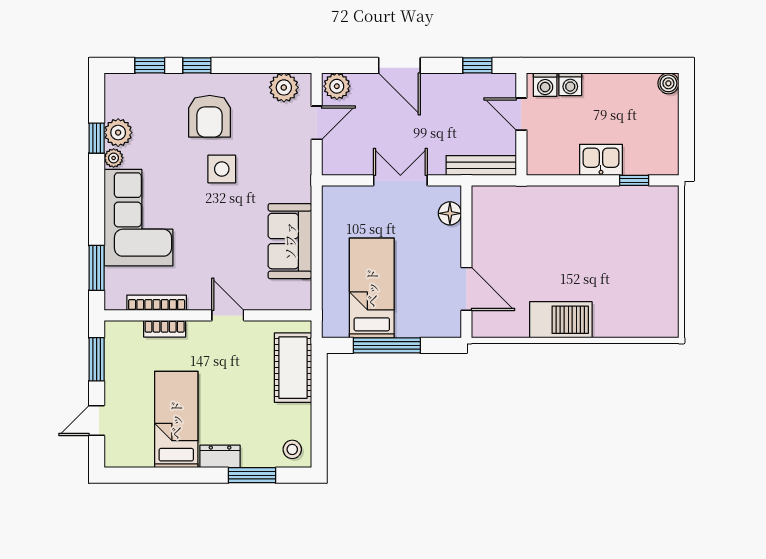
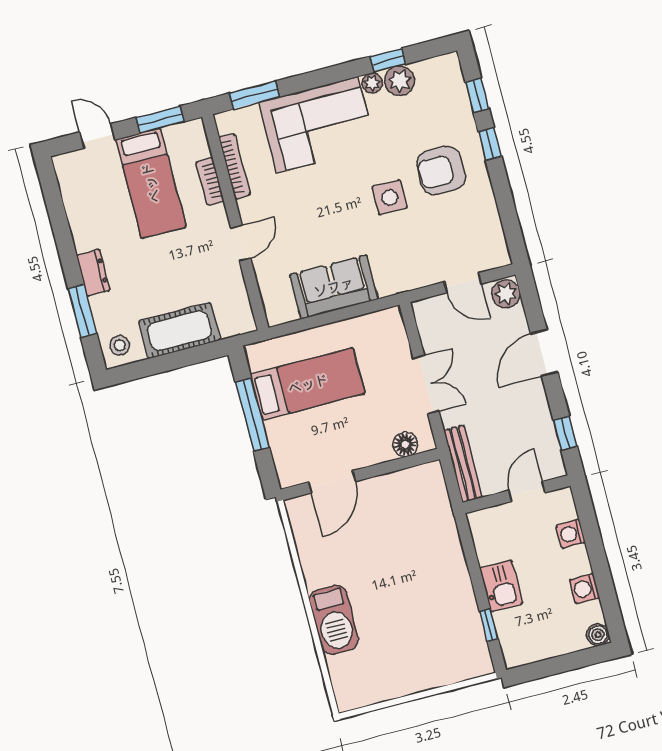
washing machine: (545, 85) -> (584, 589), moved
plant: (284, 87) -> (490, 240), removed
barbecue: (561, 320) -> (334, 620), moved
cot: (293, 368) -> (179, 331), moved
bed: (176, 420) -> (151, 183), moved, turned 90

